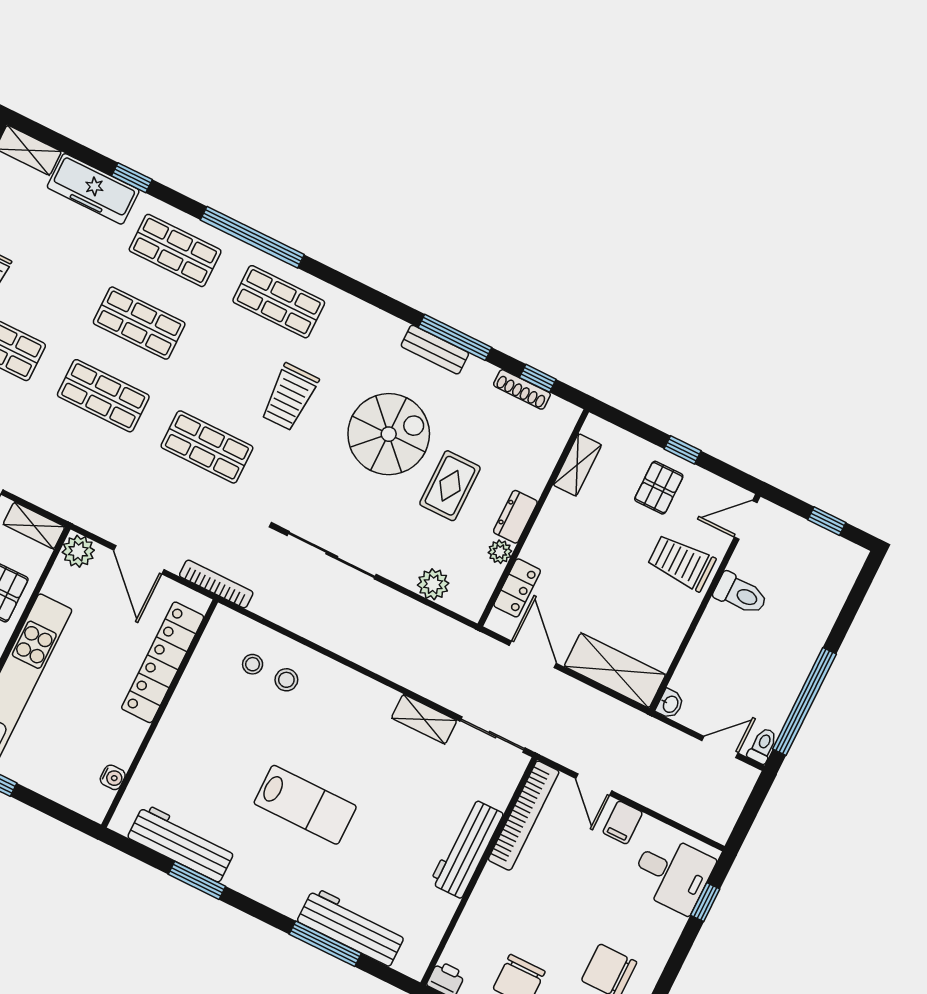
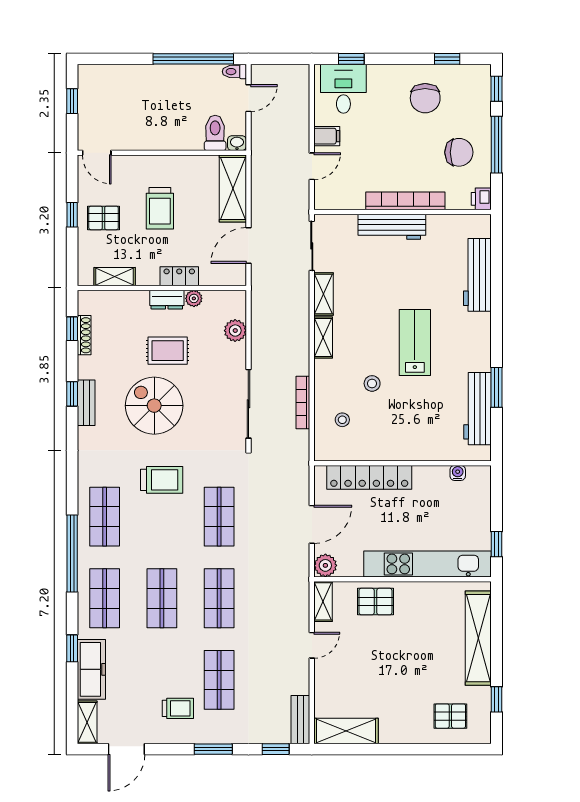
window: (455, 337) -> (72, 394), width x0.46
trolley: (682, 563) -> (160, 208), moved
bookcase: (216, 584) -> (303, 402), moved
locker: (517, 588) -> (179, 276), moved
toilet: (741, 594) -> (215, 133), moved
stool: (286, 680) -> (372, 383), moved
shelving: (369, 691) -> (323, 338), added
door: (720, 747) -> (248, 98), swing flipped
bookcase: (524, 816) -> (405, 201), moved
window: (325, 944) -> (496, 286), removed

